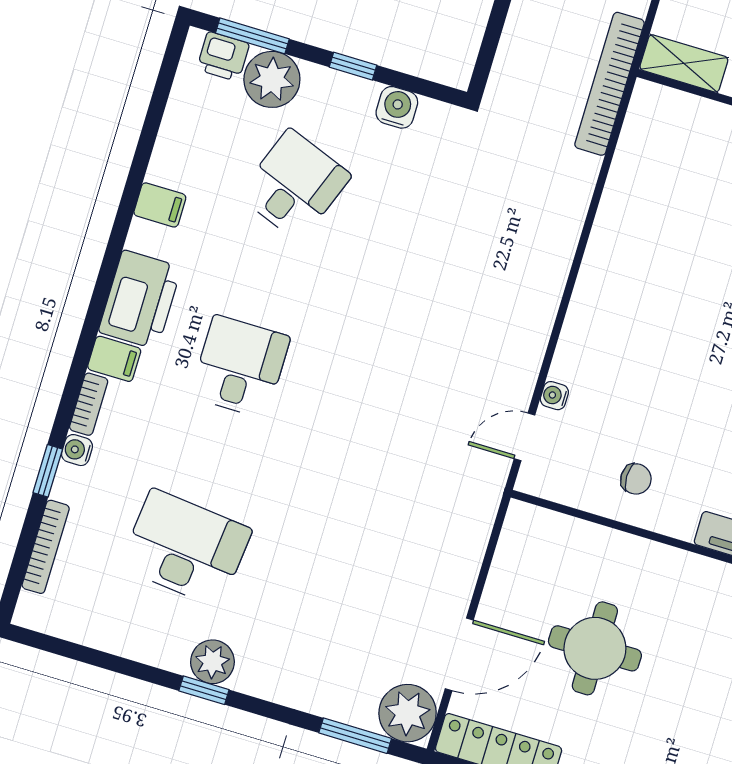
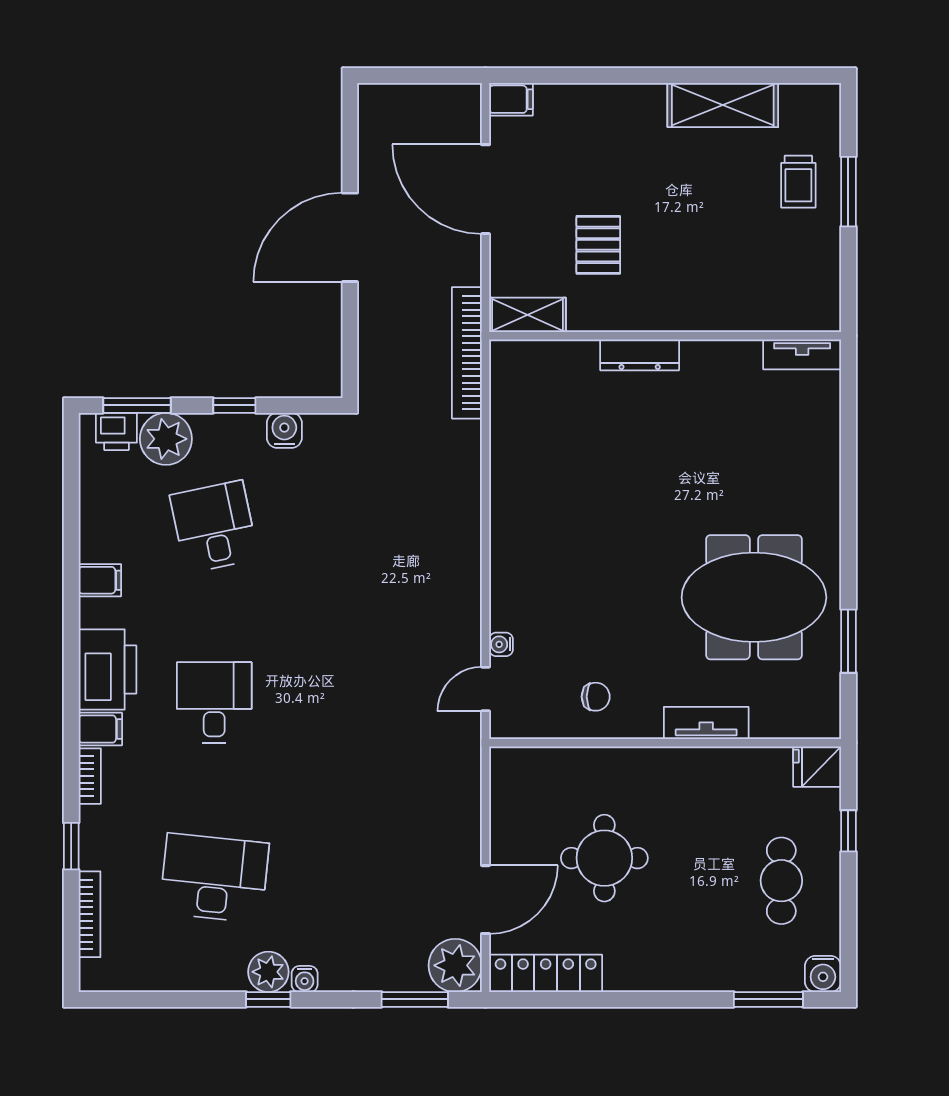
desk: (294, 185) -> (214, 527), turned -33
water cooler: (77, 450) -> (305, 979), moved, turned -90

